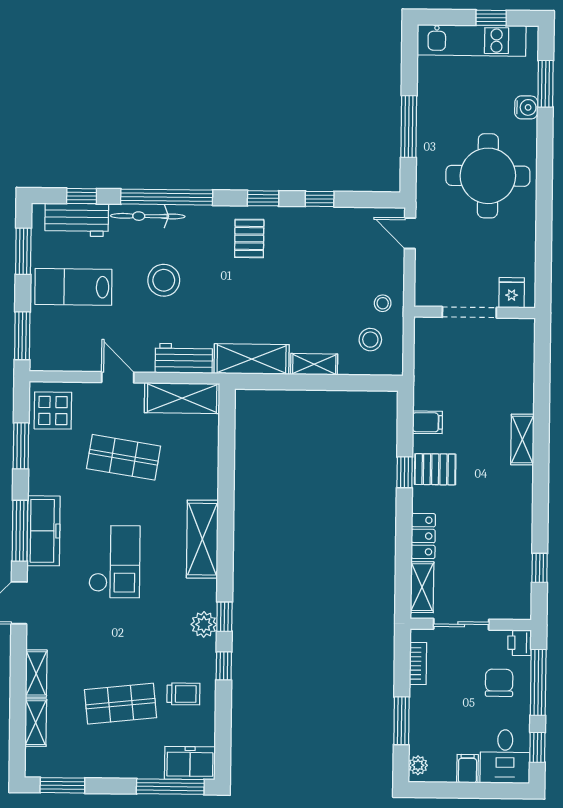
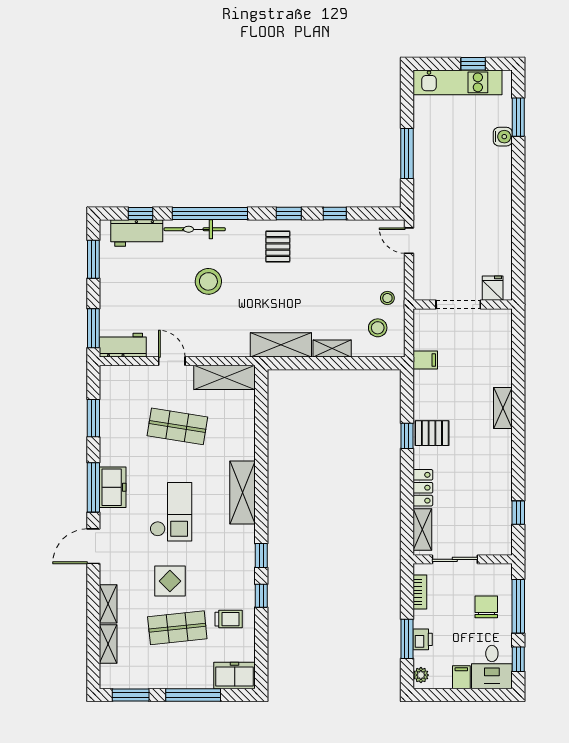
round table: (488, 176) -> (472, 193), removed
lab bench: (73, 287) -> (135, 288), removed
workbench: (184, 358) -> (123, 345), moved
display table: (53, 411) -> (170, 581), moved
filing cabinet: (427, 422) -> (425, 360), moved
freezer: (44, 531) -> (113, 487), width x0.71
plant: (204, 624) -> (245, 562), removed
printer: (520, 643) -> (423, 639), moved, turned 180
window: (170, 787) -> (193, 695), moved

